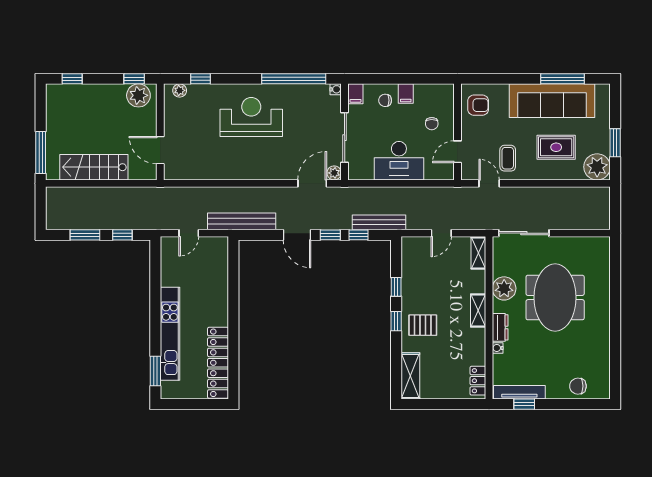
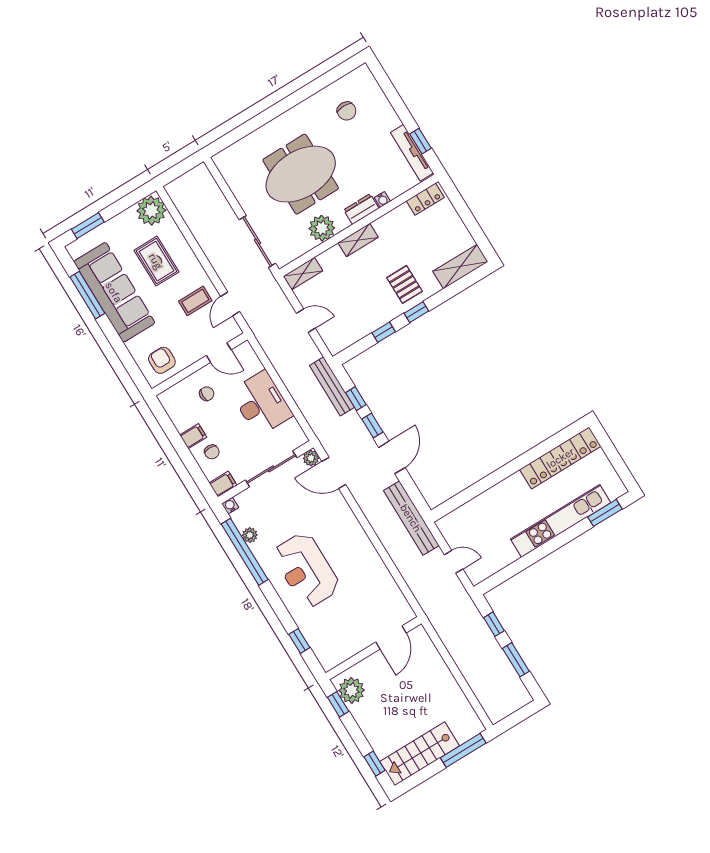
plant: (180, 90) -> (250, 535), moved
window: (615, 143) -> (88, 226), moved
stairs: (94, 167) -> (420, 754), moved, turned 90
chair: (578, 386) -> (347, 111), moved

